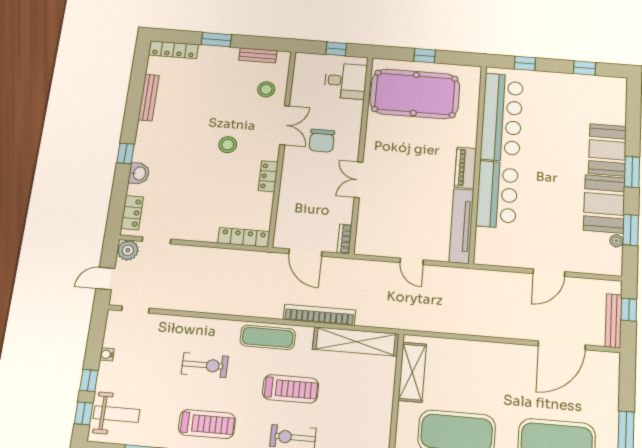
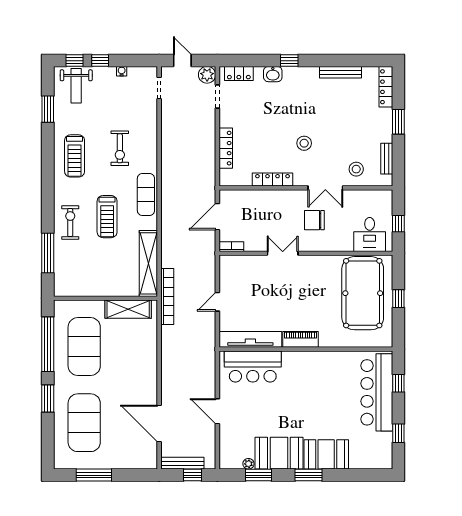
bar counter: (502, 117) -> (377, 392), moved, turned 90
locker: (268, 176) -> (273, 180), width x1.53
bar counter: (497, 194) -> (253, 367), moved
locker: (244, 237) -> (226, 148), moved
bookcase: (319, 315) -> (167, 296), moved

